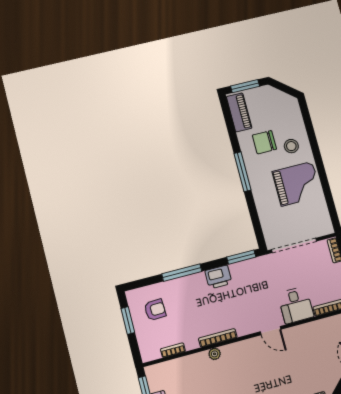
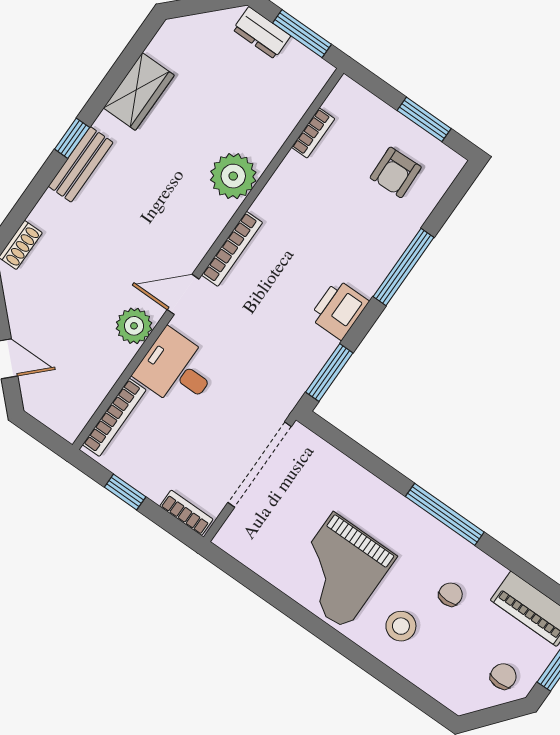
chair: (270, 98) -> (503, 676), added
chair: (264, 142) -> (451, 594), width x0.54, depth x0.54
plant: (298, 334) -> (134, 326), added
bookcase: (218, 338) -> (232, 249), moved
plant: (215, 354) -> (233, 176), width x1.88, depth x1.88

